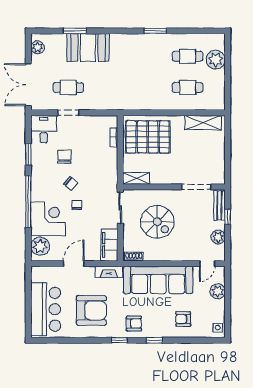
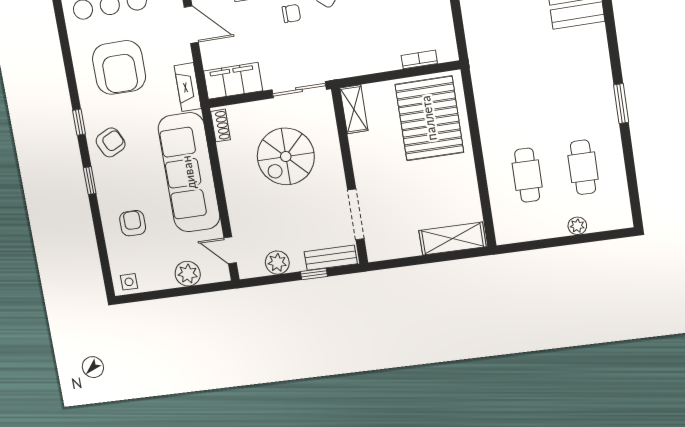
plant: (216, 60) -> (577, 226), width x0.53, depth x0.53
shelving: (203, 123) -> (452, 239), moved, turned 90
armchair: (134, 323) -> (111, 142), turned -116

